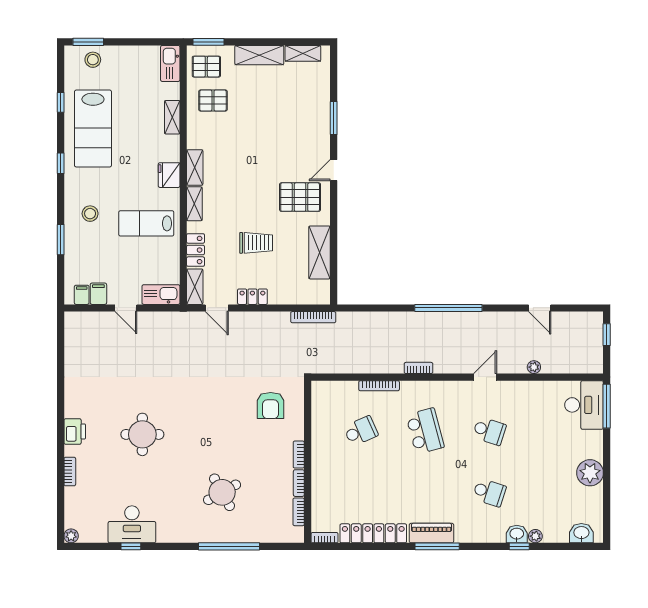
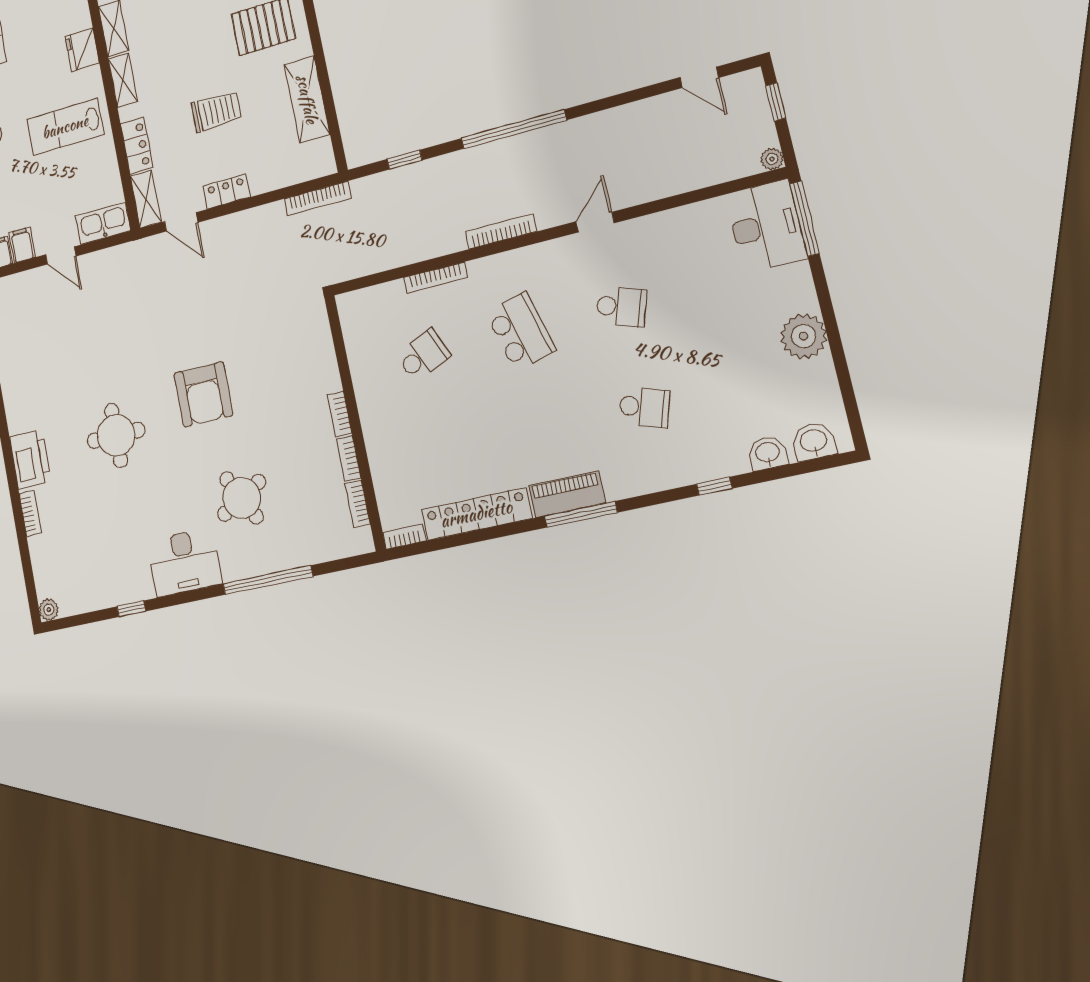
window: (375, 308) -> (405, 160), added
door: (540, 308) -> (699, 77), moved
plant: (534, 367) -> (772, 159), moved
bookcase: (418, 368) -> (501, 231), width x1.56
armchair: (271, 406) -> (203, 394), moved, width x1.36, depth x1.36
printer: (75, 431) -> (30, 459), width x1.37, depth x1.19
desk: (132, 524) -> (184, 562), moved
washbasin: (517, 534) -> (768, 453), moved
plant: (535, 536) -> (737, 463), removed

